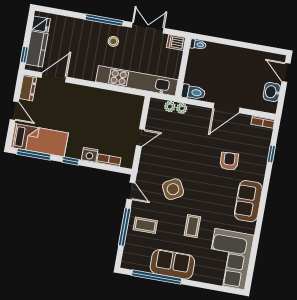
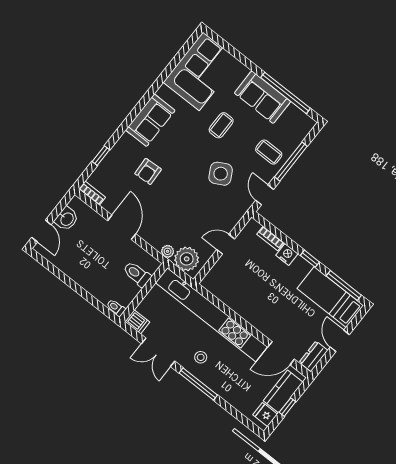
window: (24, 55) -> (287, 407), moved
kitchen unit: (137, 81) -> (212, 315), width x1.36
toilet: (193, 92) -> (137, 274), moved
plant: (170, 107) -> (187, 259), width x1.87, depth x1.87
door: (226, 108) -> (122, 227), hinge flipped

